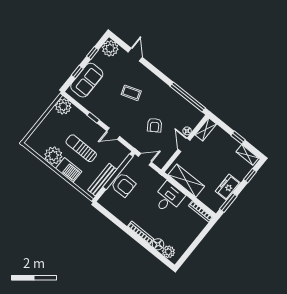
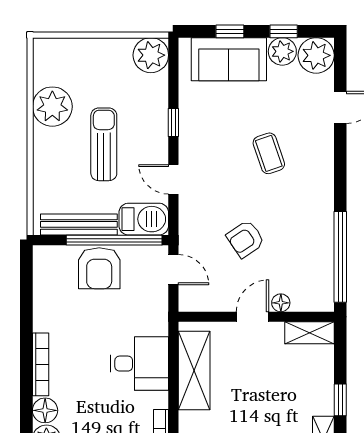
plant: (99, 59) -> (282, 51), added
barbecue: (69, 170) -> (144, 219), moved, turned -90

